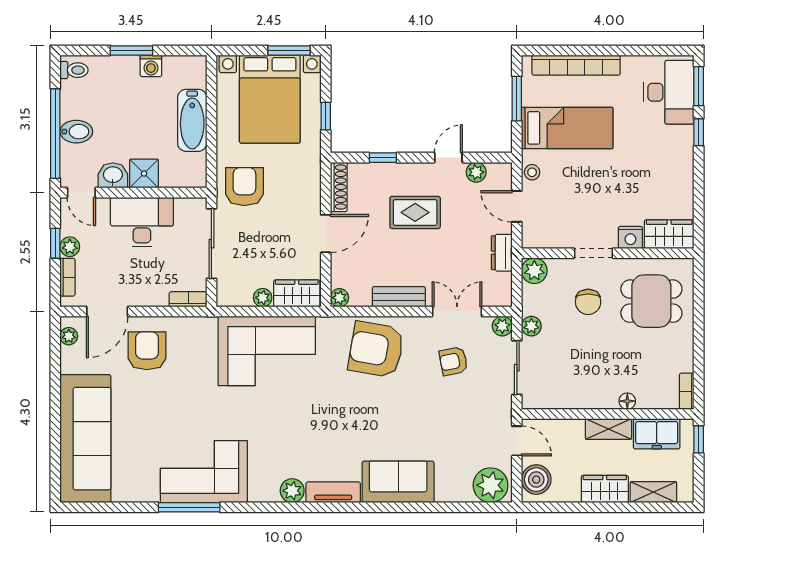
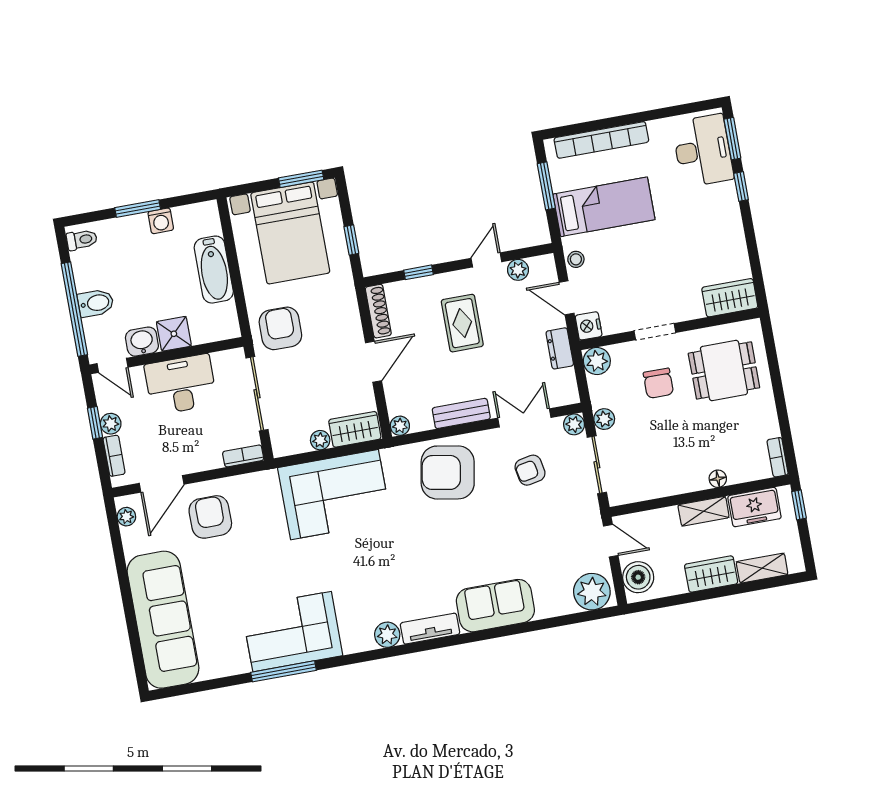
rug: (415, 212) -> (462, 323), turned 90
nightstand: (630, 237) -> (589, 326), moved, turned 90

